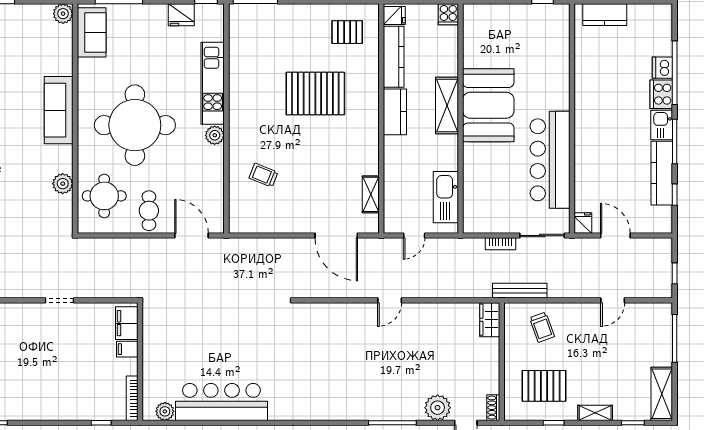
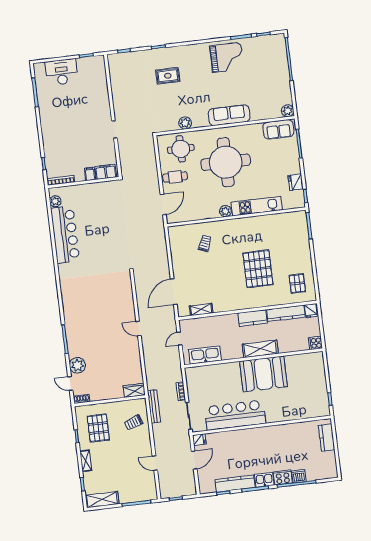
door: (414, 236) -> (179, 339), hinge flipped

